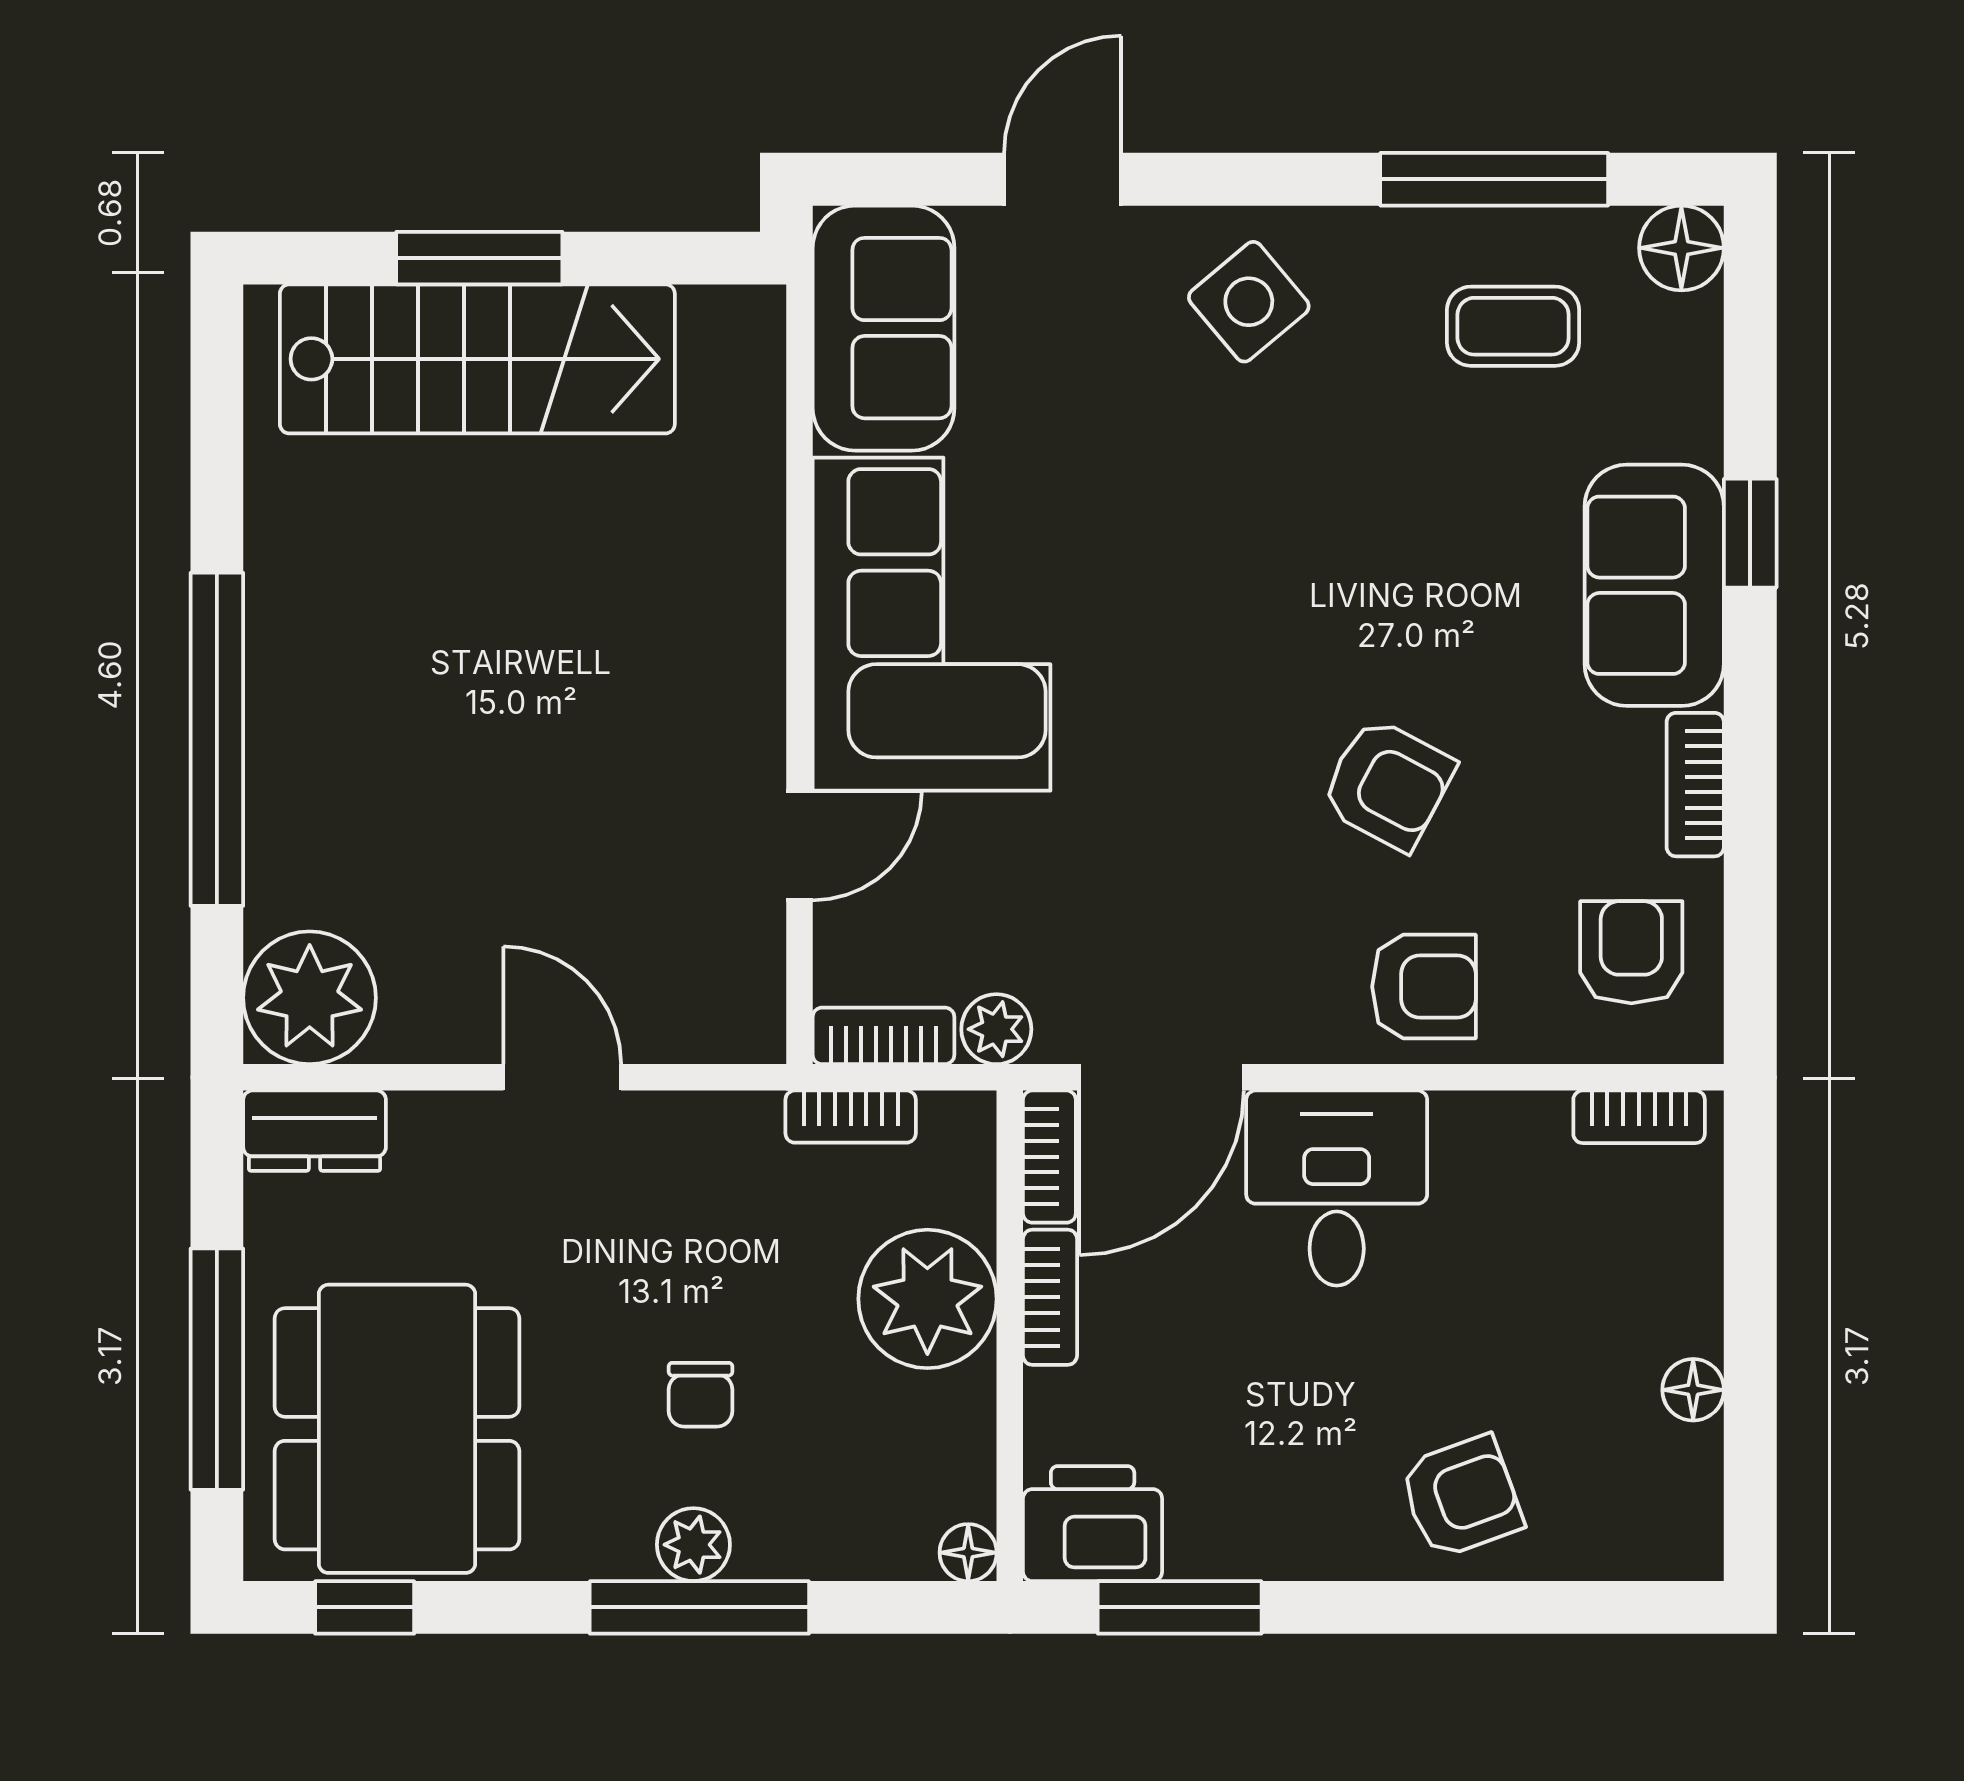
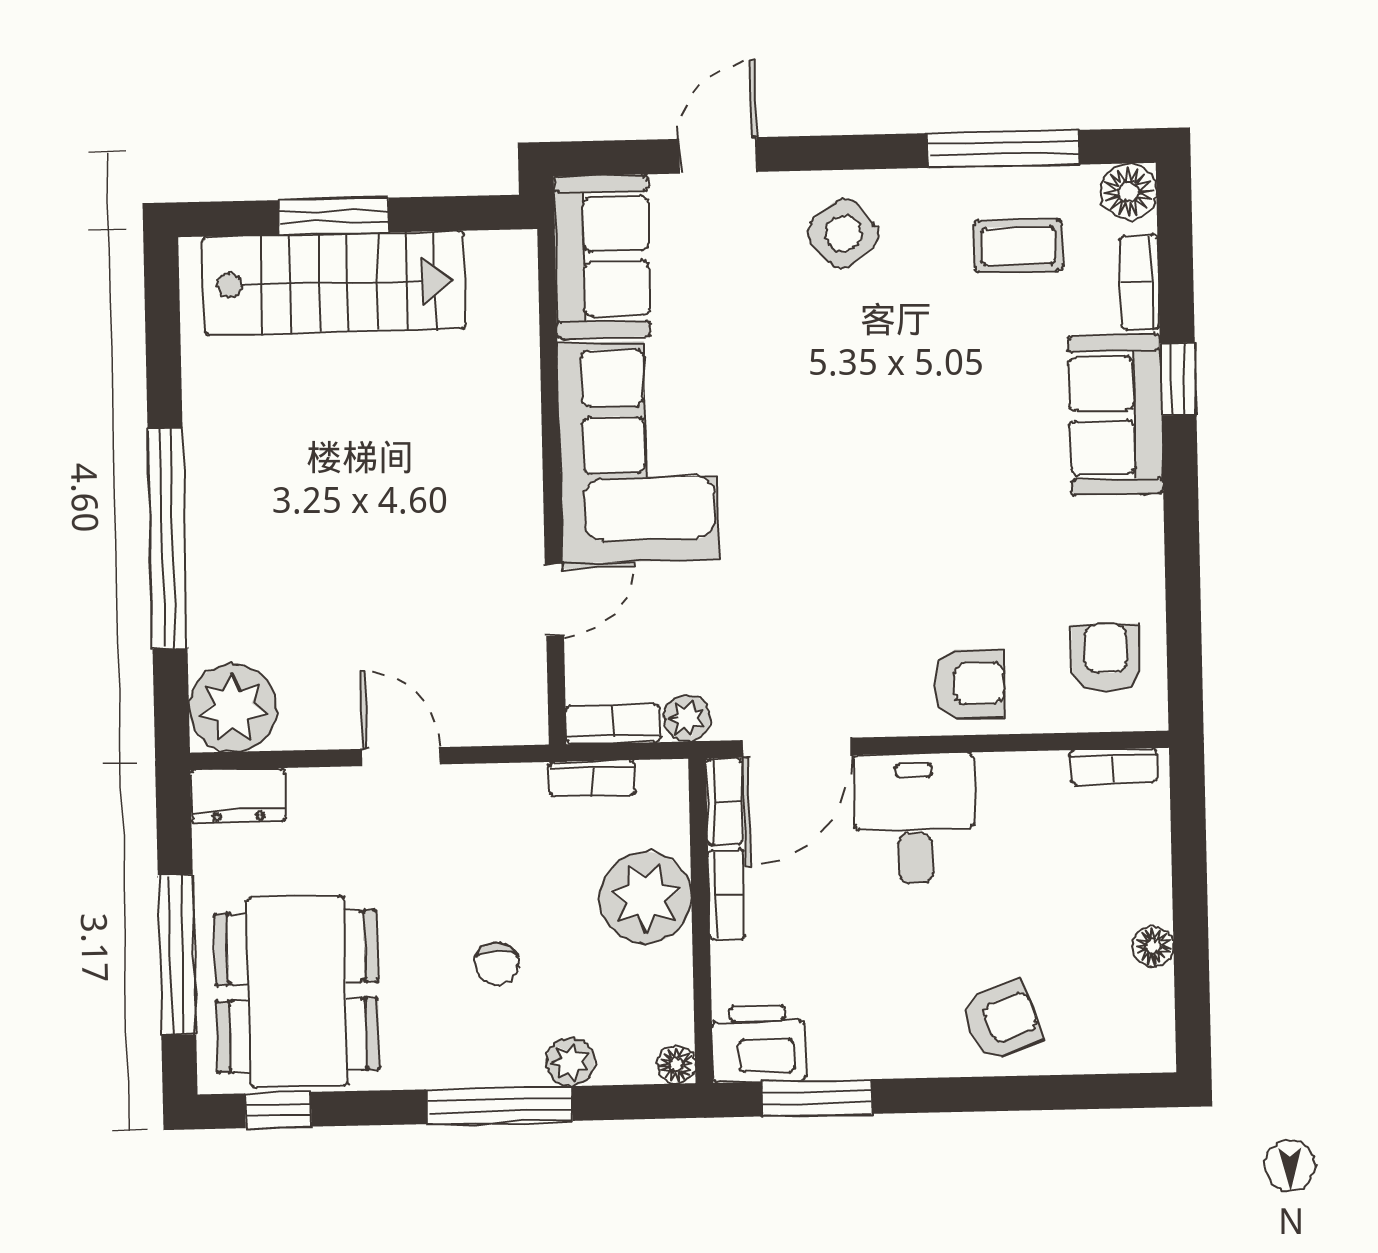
armchair: (1388, 784) -> (942, 550), removed
bookcase: (1695, 785) -> (1140, 283), moved
plant: (693, 1545) -> (570, 1062), moved

